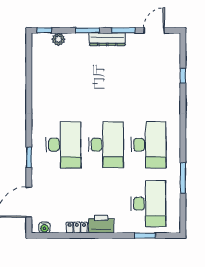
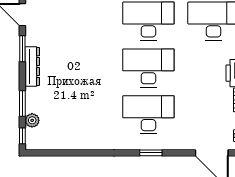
window: (87, 30) -> (22, 104), moved
window: (29, 157) -> (151, 153), moved

